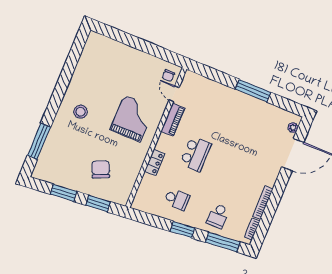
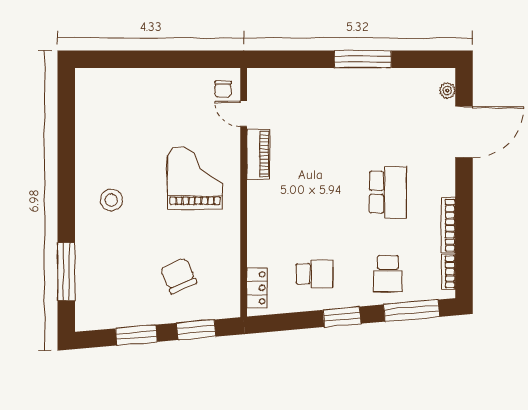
school desk: (196, 154) -> (388, 192), moved
locker: (155, 162) -> (257, 288), moved

